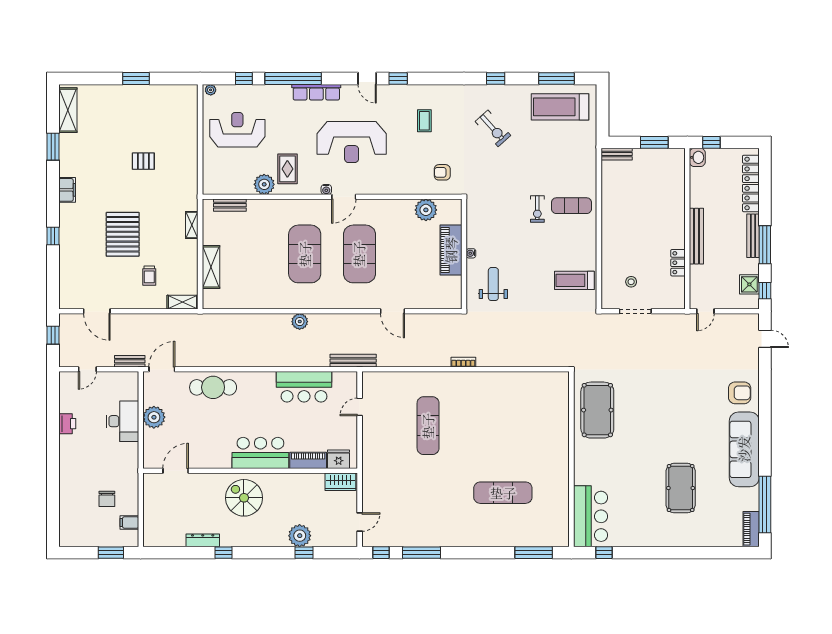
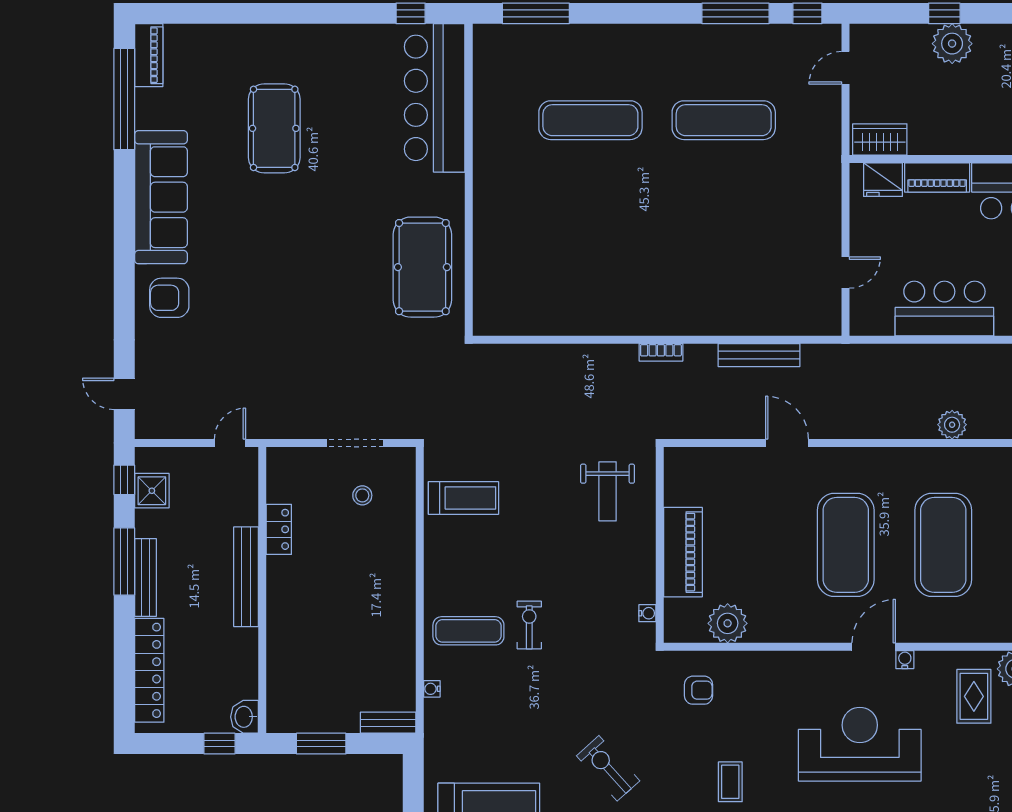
water cooler: (592, 173) -> (432, 689), added
water cooler: (471, 253) -> (647, 613), moved
bench: (353, 361) -> (759, 355), moved
exercise mat: (428, 426) -> (724, 120), moved, turned 90
bar counter: (590, 516) -> (435, 98), width x1.36

